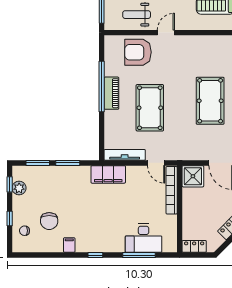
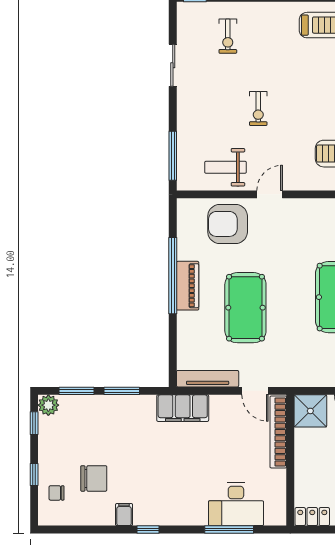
plant: (19, 188) -> (48, 405), moved
chair: (49, 221) -> (94, 478), turned -90
window: (95, 255) -> (148, 530), moved

